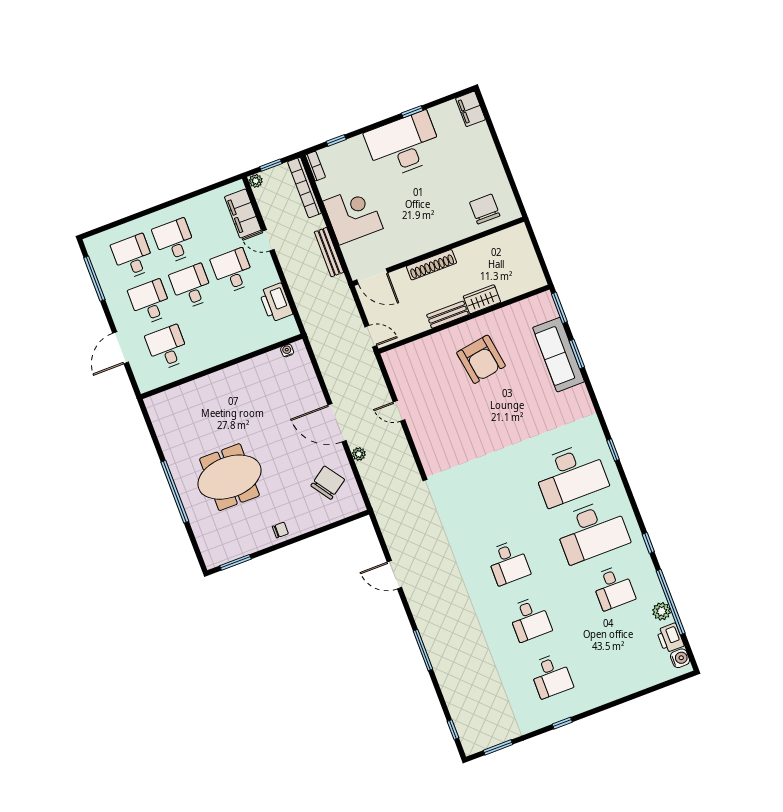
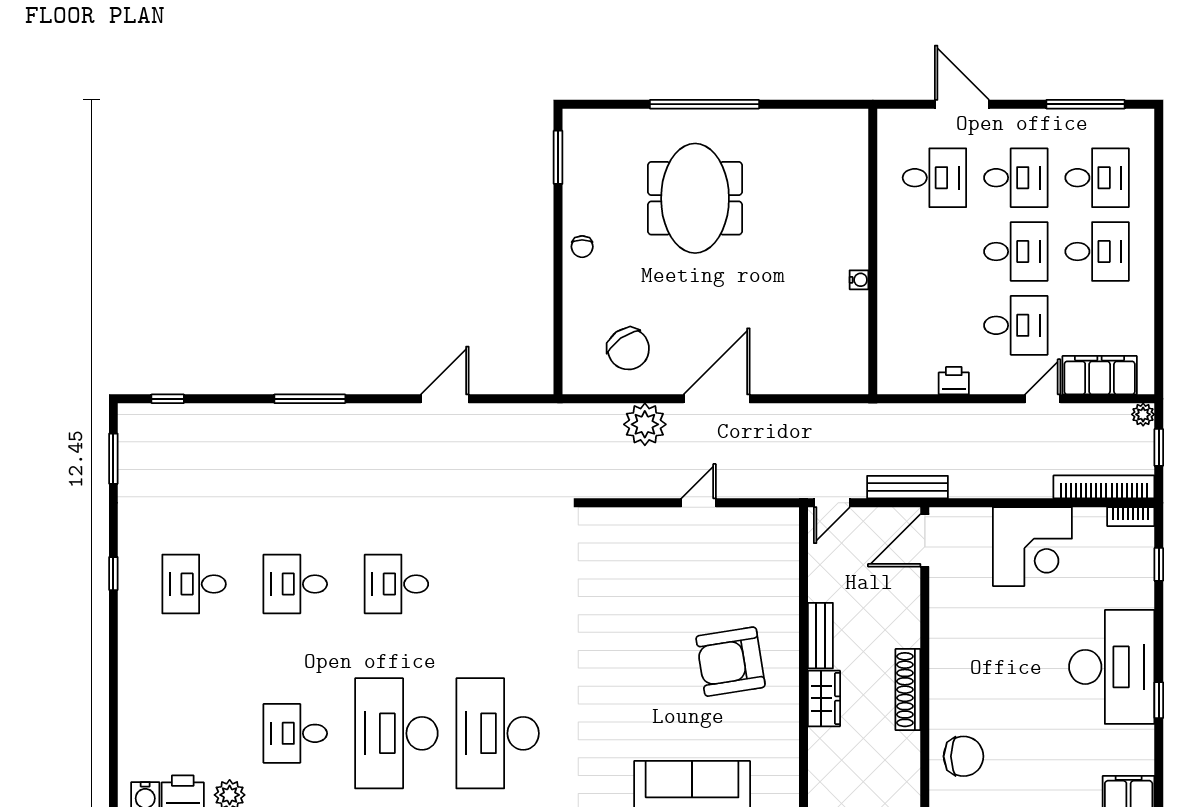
bench: (329, 252) -> (907, 487), moved
shoe rack: (431, 265) -> (908, 690), moved
printer: (276, 303) -> (954, 381), width x0.53, depth x0.68
water cooler: (287, 351) -> (859, 280), moved
plant: (359, 454) -> (645, 424), width x1.87, depth x1.87

